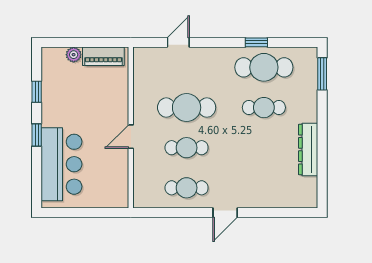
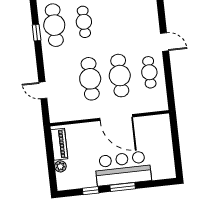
window: (37, 135) -> (123, 187), width x1.50
door: (131, 137) -> (116, 118), width x1.88
cafe table: (187, 148) -> (120, 76), width x1.37, depth x1.35
bar counter: (61, 164) -> (123, 168), moved

